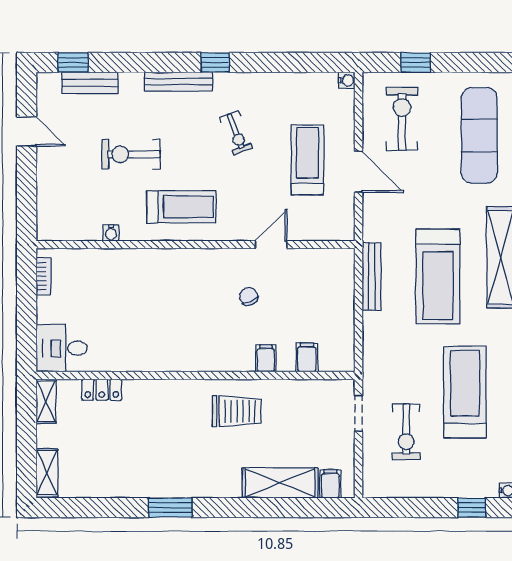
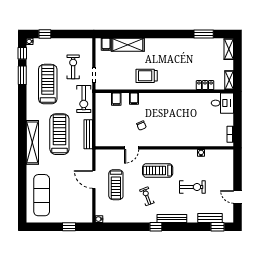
exercise bike: (402, 119) -> (84, 99), moved
treadmill: (181, 207) -> (158, 170), moved
treadmill: (465, 392) -> (48, 84), turned 180
window: (170, 508) -> (204, 34), moved

